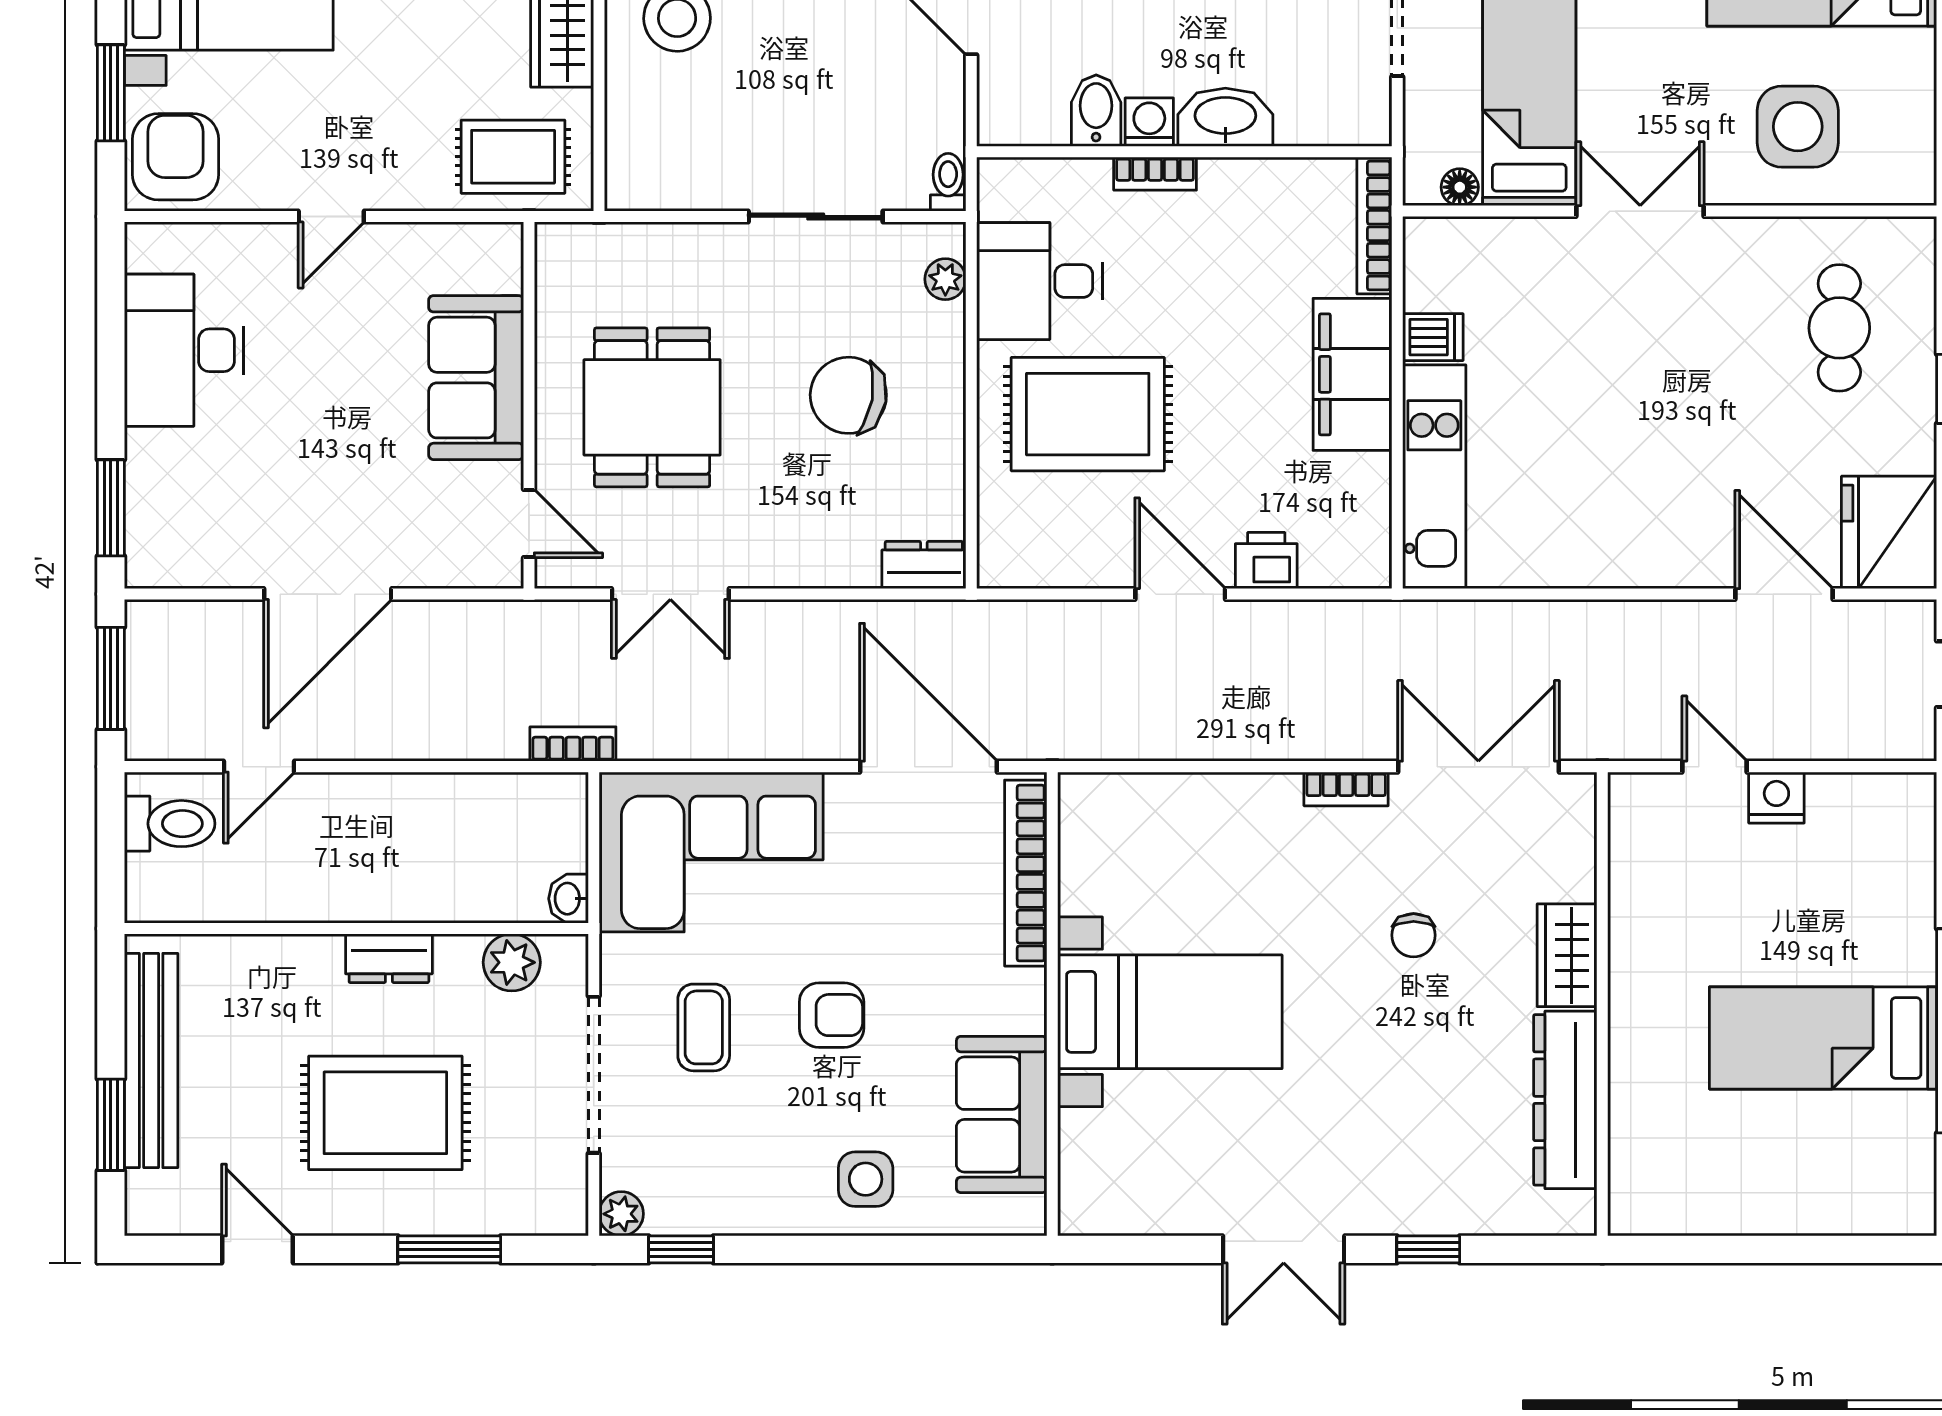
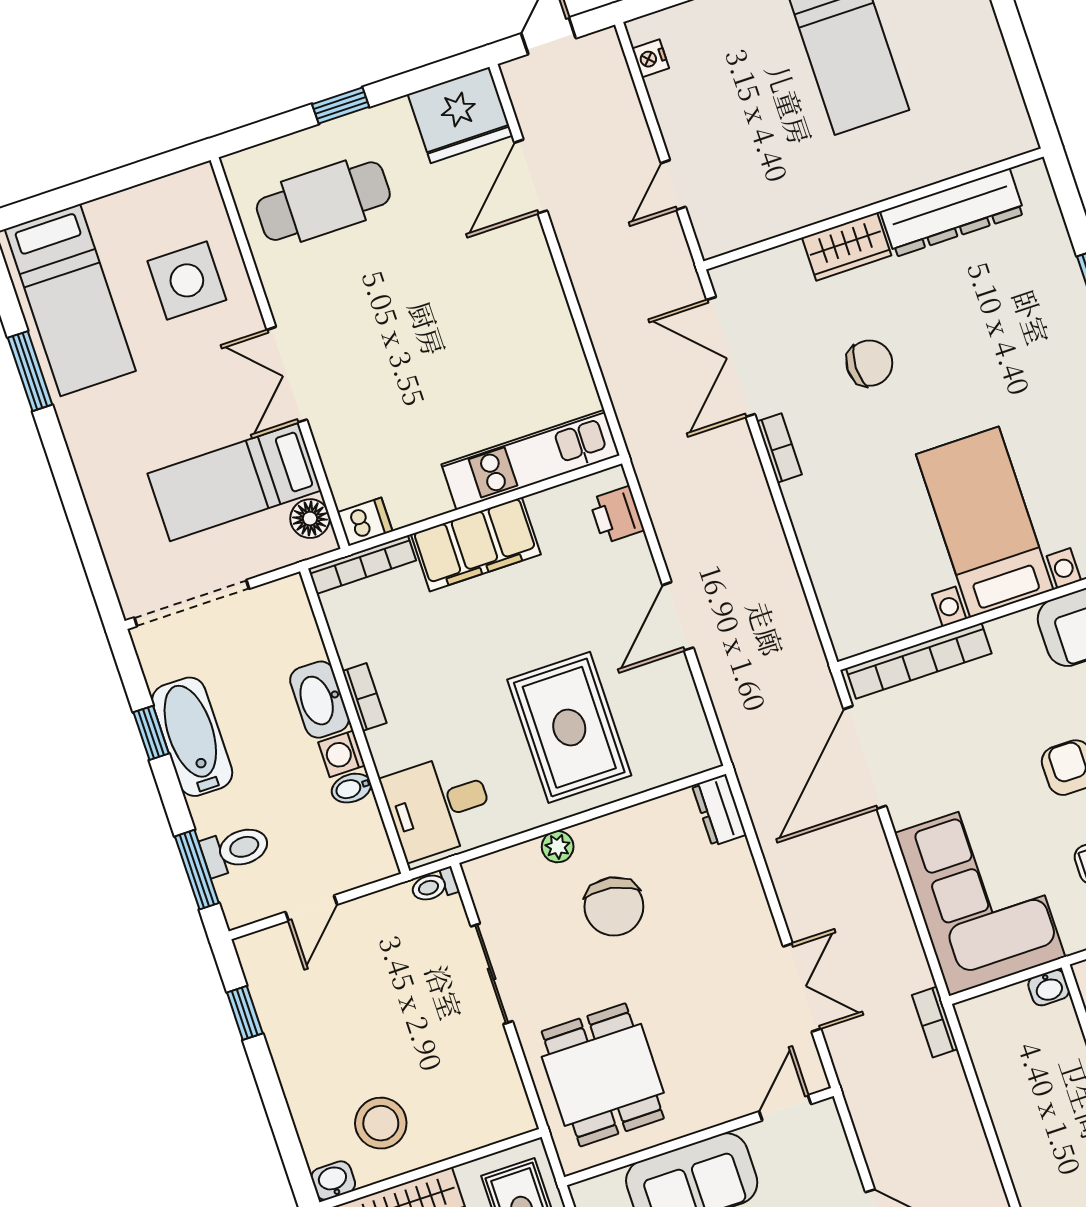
bidet: (1096, 111) -> (351, 788), width x0.72, depth x0.74
bookcase: (1155, 174) -> (364, 697), moved
floor lamp: (1460, 187) -> (310, 519), width x1.37, depth x1.37
plant: (945, 279) -> (558, 847), moved
desk: (1040, 281) -> (438, 806), moved, turned 90
cafe table: (1839, 328) -> (323, 201), width x1.37, depth x1.35
dishwasher: (1433, 337) -> (365, 522), moved, turned 90
dining table: (652, 407) -> (603, 1075), moved, turned 90
printer: (1266, 561) -> (617, 515), moved
nightstand: (1776, 798) -> (651, 58), moved, width x0.72, depth x0.74
chair: (1414, 935) -> (869, 363), width x1.37, depth x1.37

